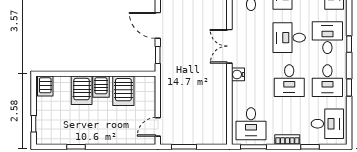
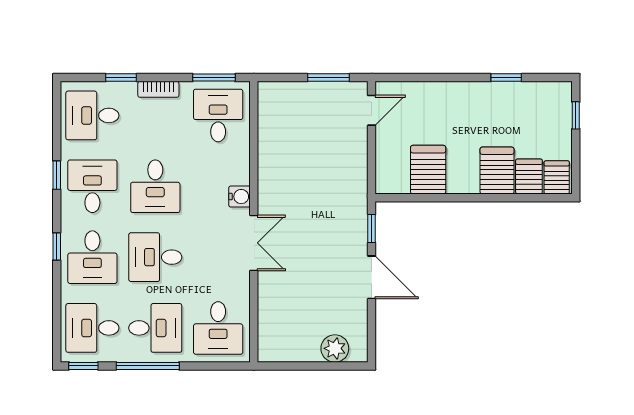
desk: (289, 38) -> (155, 257), turned 180
desk: (289, 81) -> (155, 186), turned 180
server rack: (101, 87) -> (529, 177), moved

